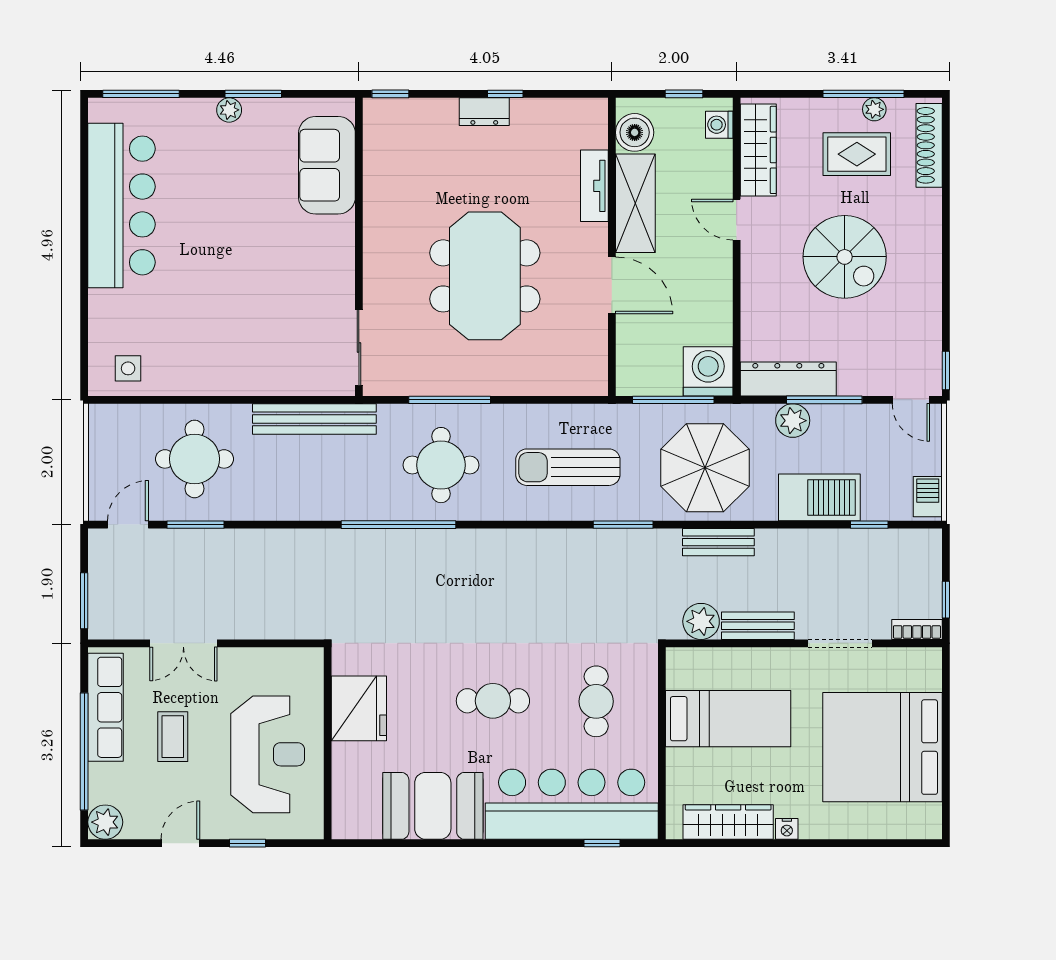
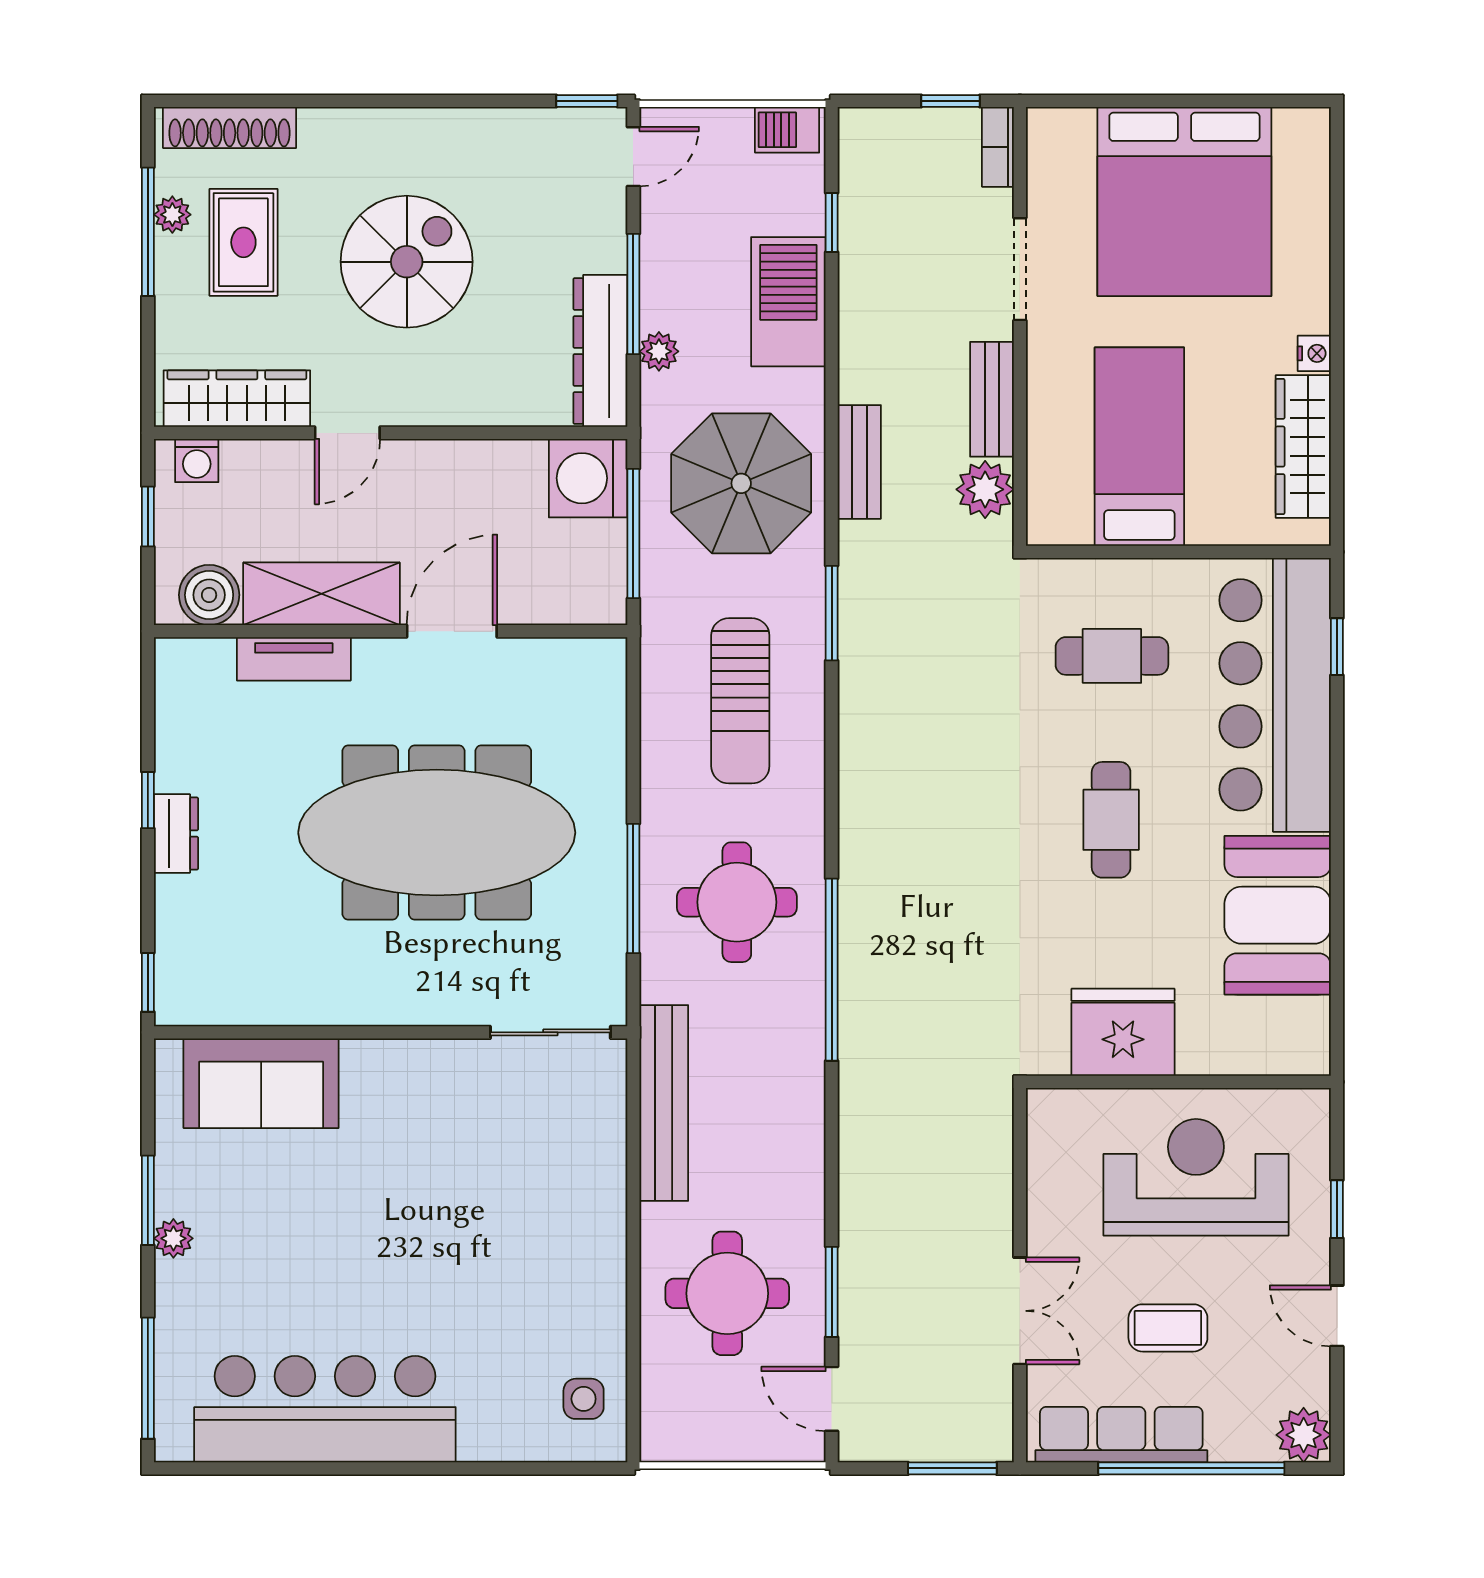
meeting table: (485, 276) -> (437, 833), width x1.36
plant: (793, 421) -> (659, 351), width x0.73, depth x0.73

